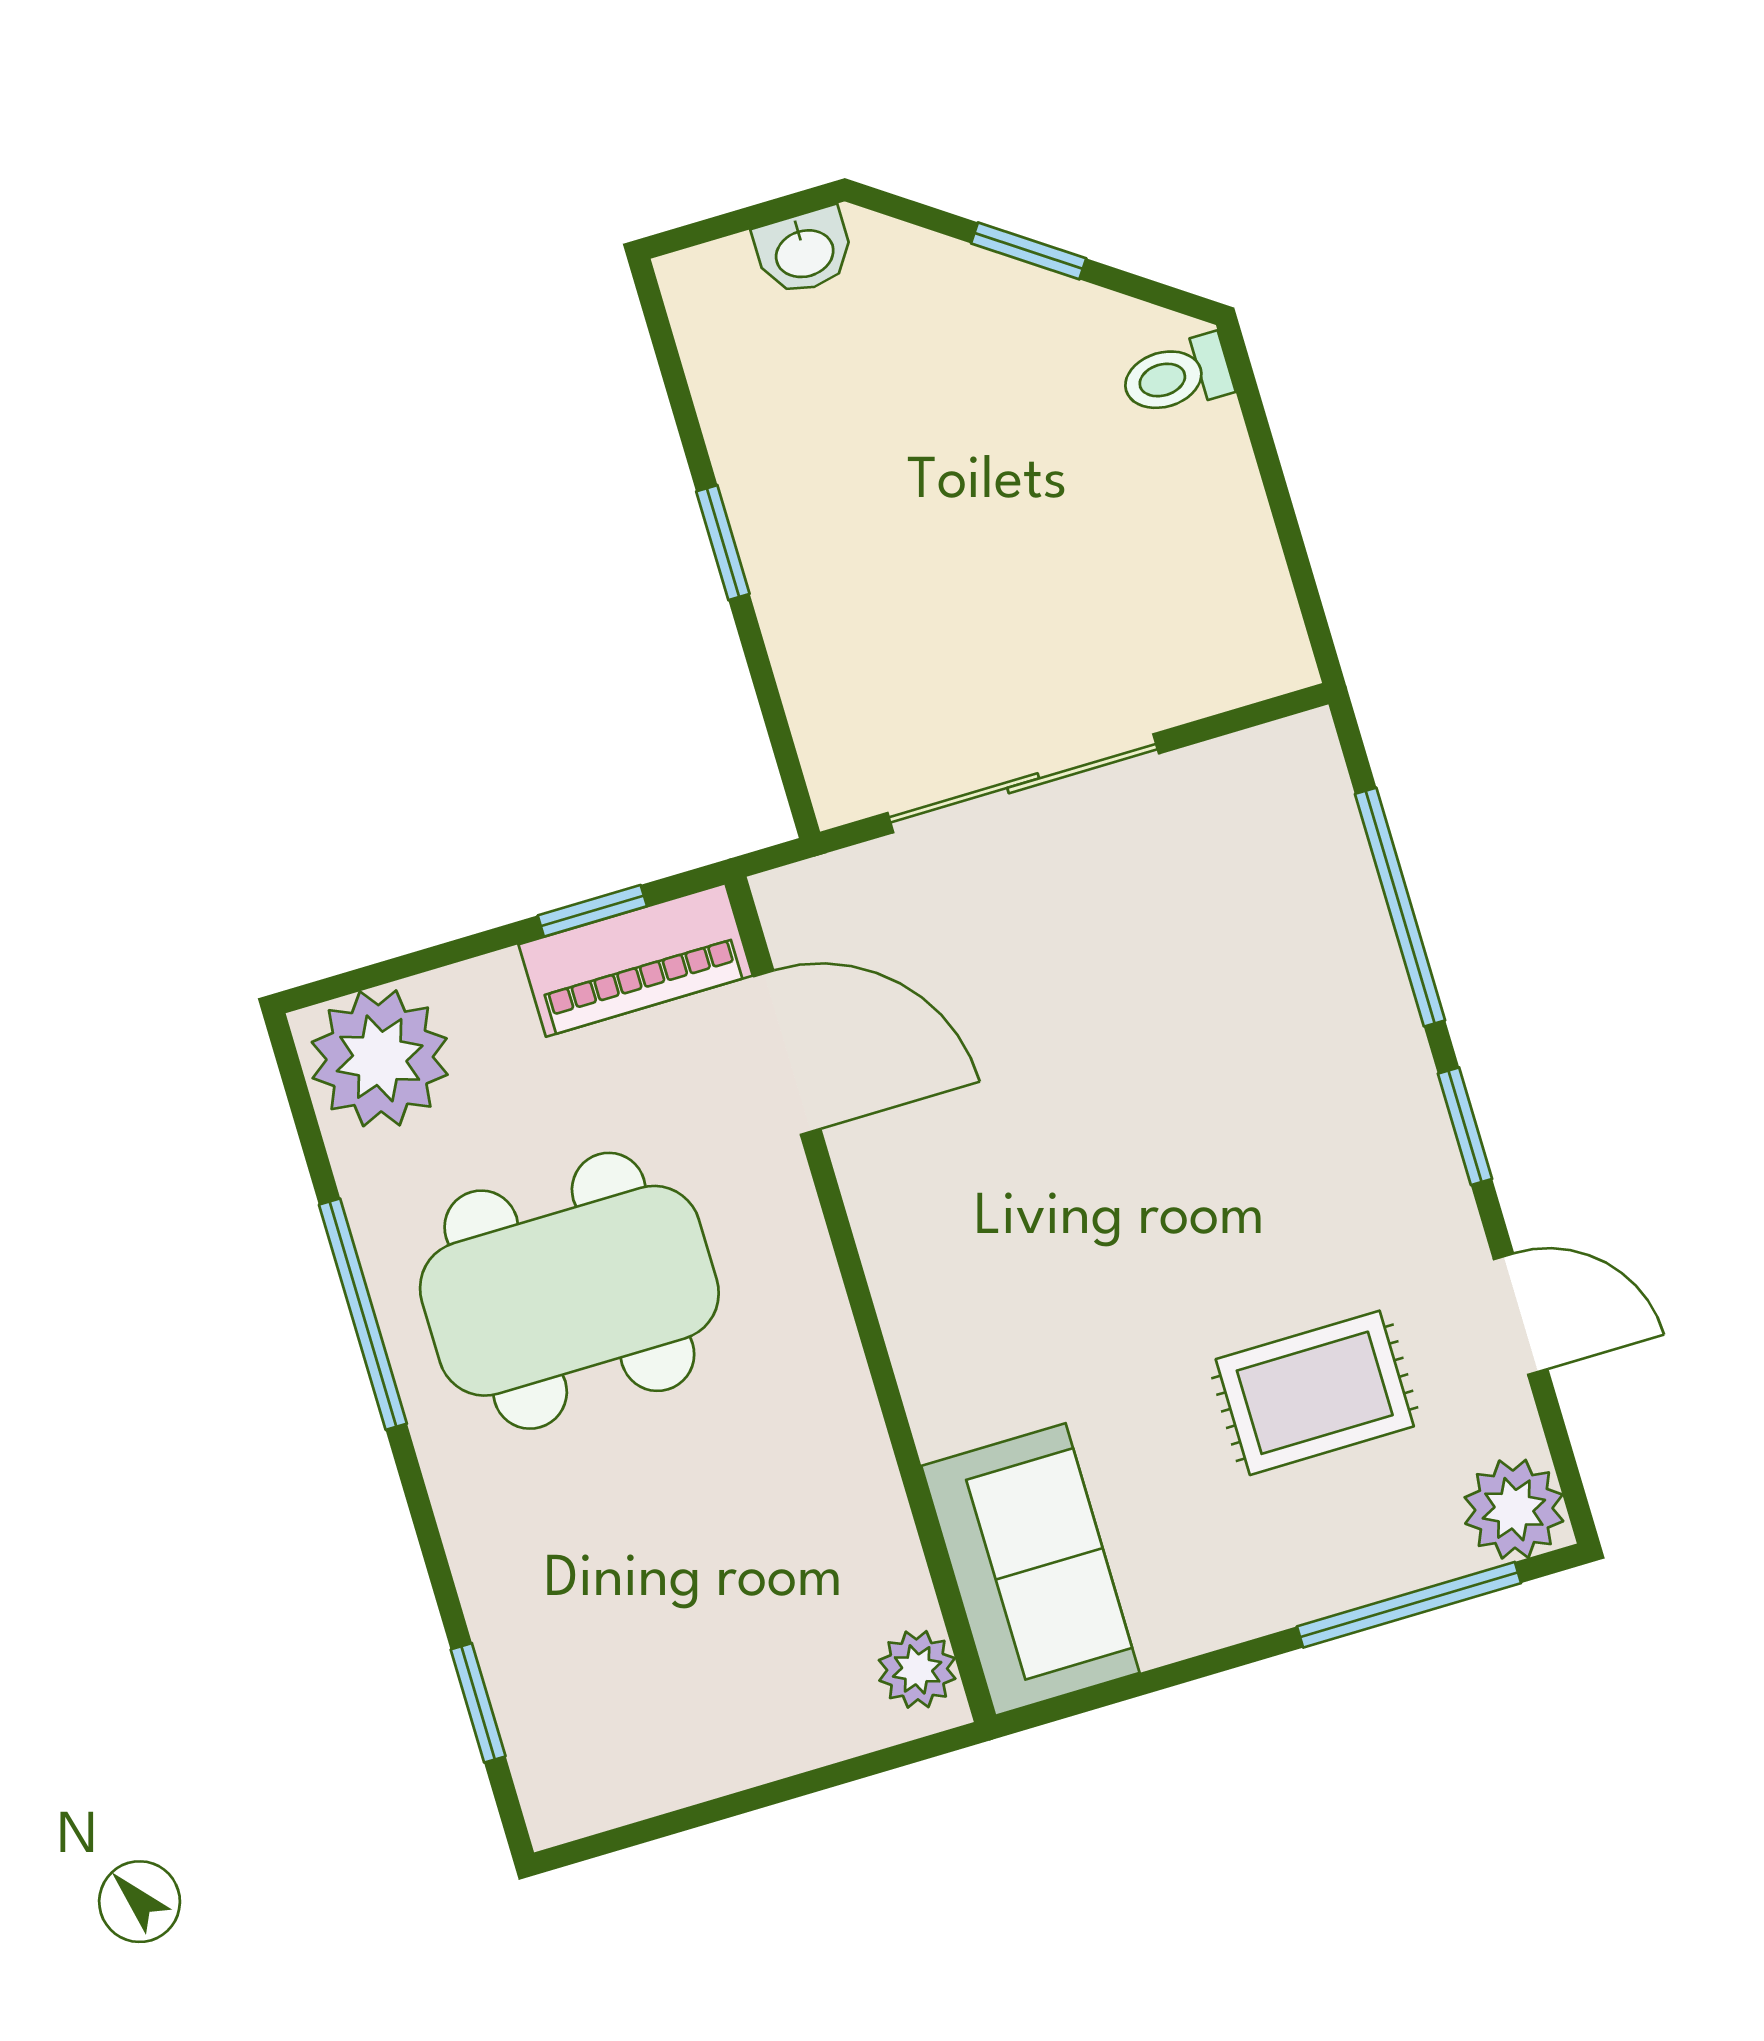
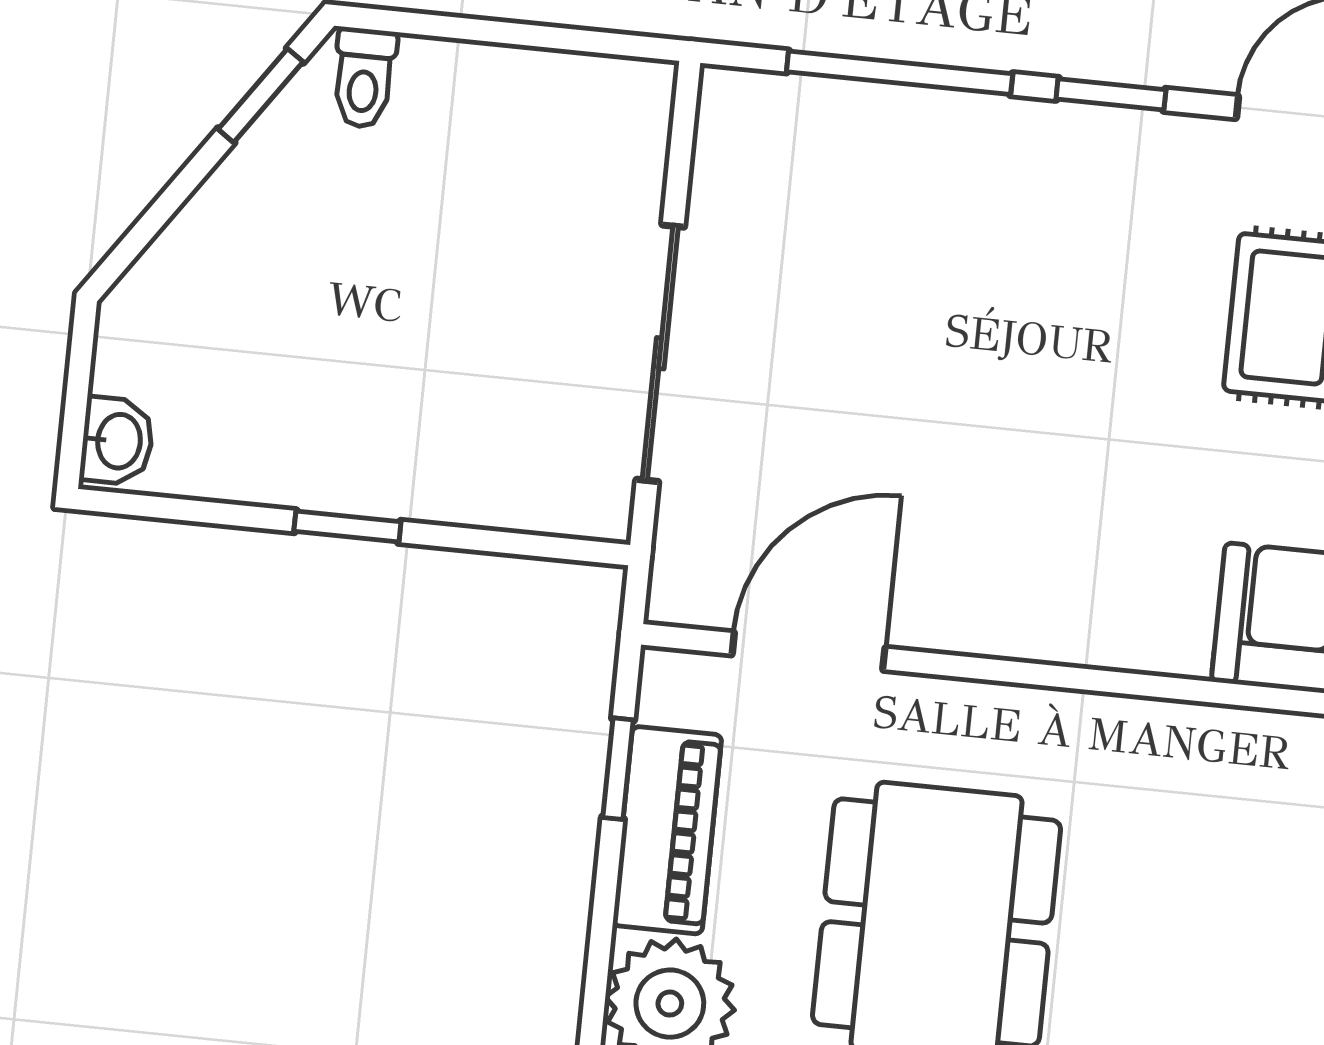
window: (1029, 251) -> (261, 96), moved
washbasin: (804, 252) -> (117, 441), moved
piano: (636, 960) -> (667, 830), moved

